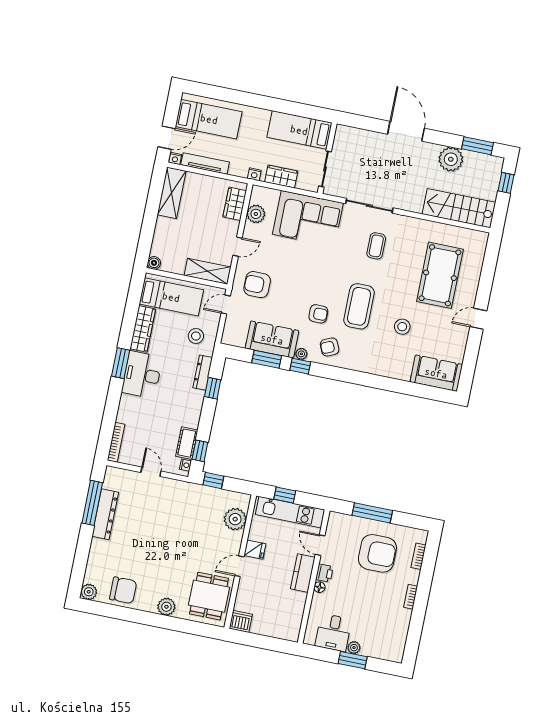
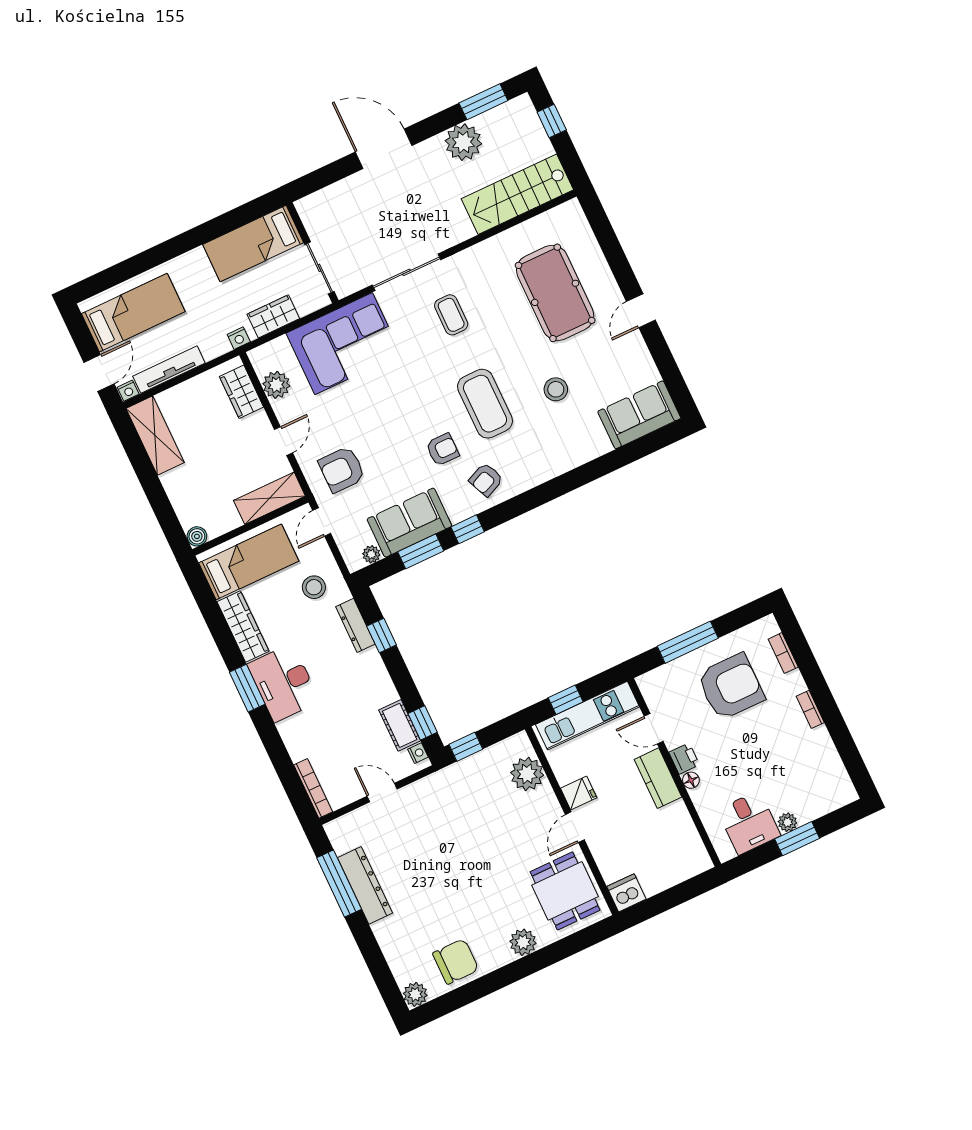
plant: (301, 354) -> (371, 554), moved

